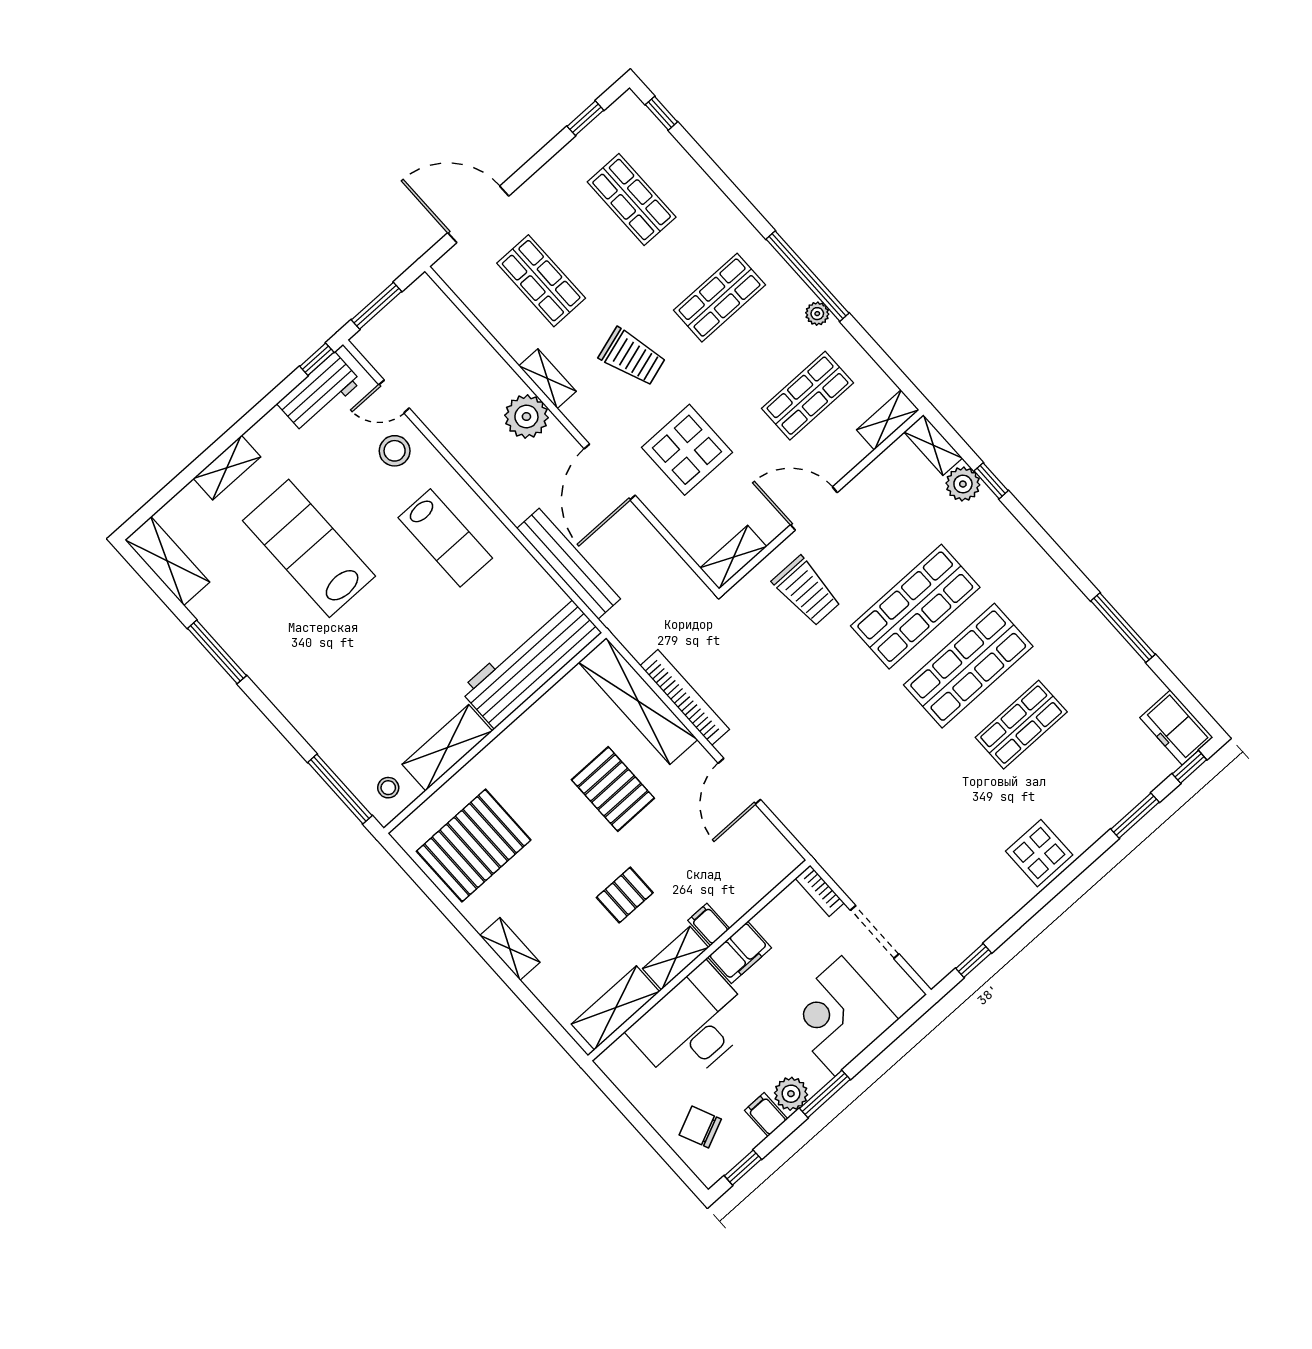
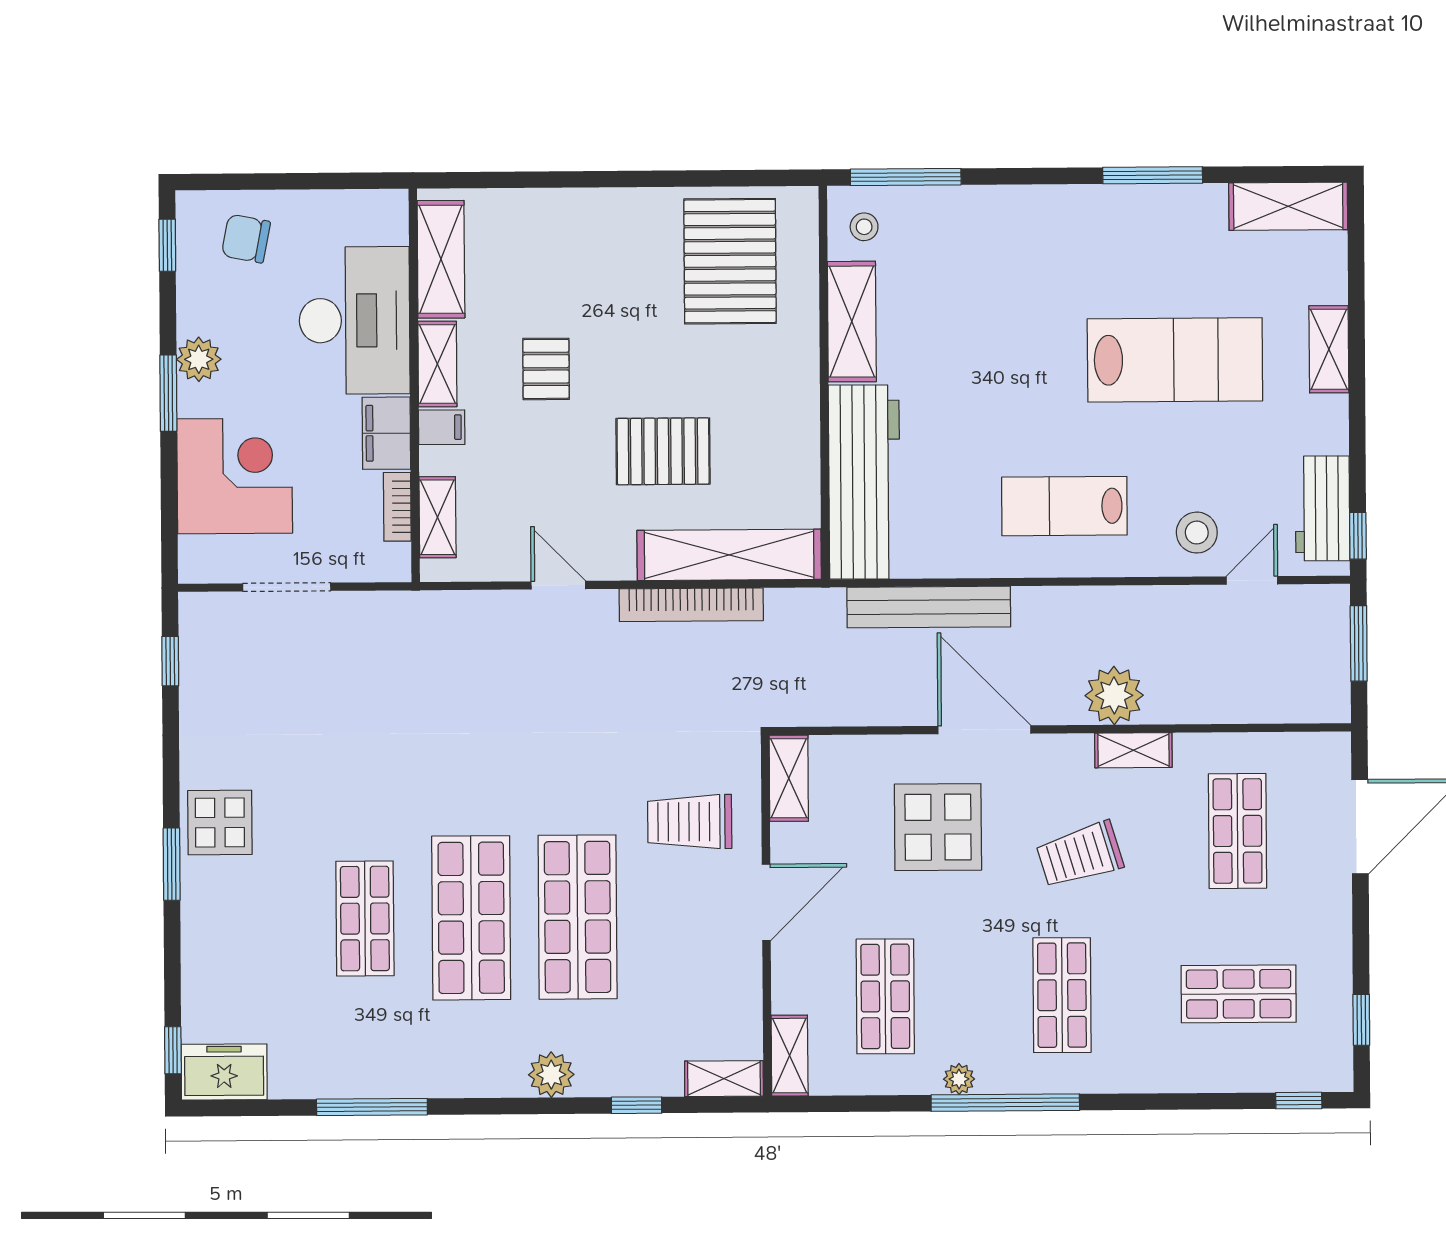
shop shelf: (541, 281) -> (1238, 831), turned 90
plant: (963, 484) -> (551, 1075), moved
door: (739, 781) -> (558, 585), width x0.73
window: (1135, 816) -> (172, 864), moved
bookcase: (820, 891) -> (397, 507), moved, turned -90
shelving: (510, 949) -> (437, 517), moved, turned 90
filing cabinet: (766, 1115) -> (200, 316), removed
chair: (700, 1127) -> (246, 239), turned -145

